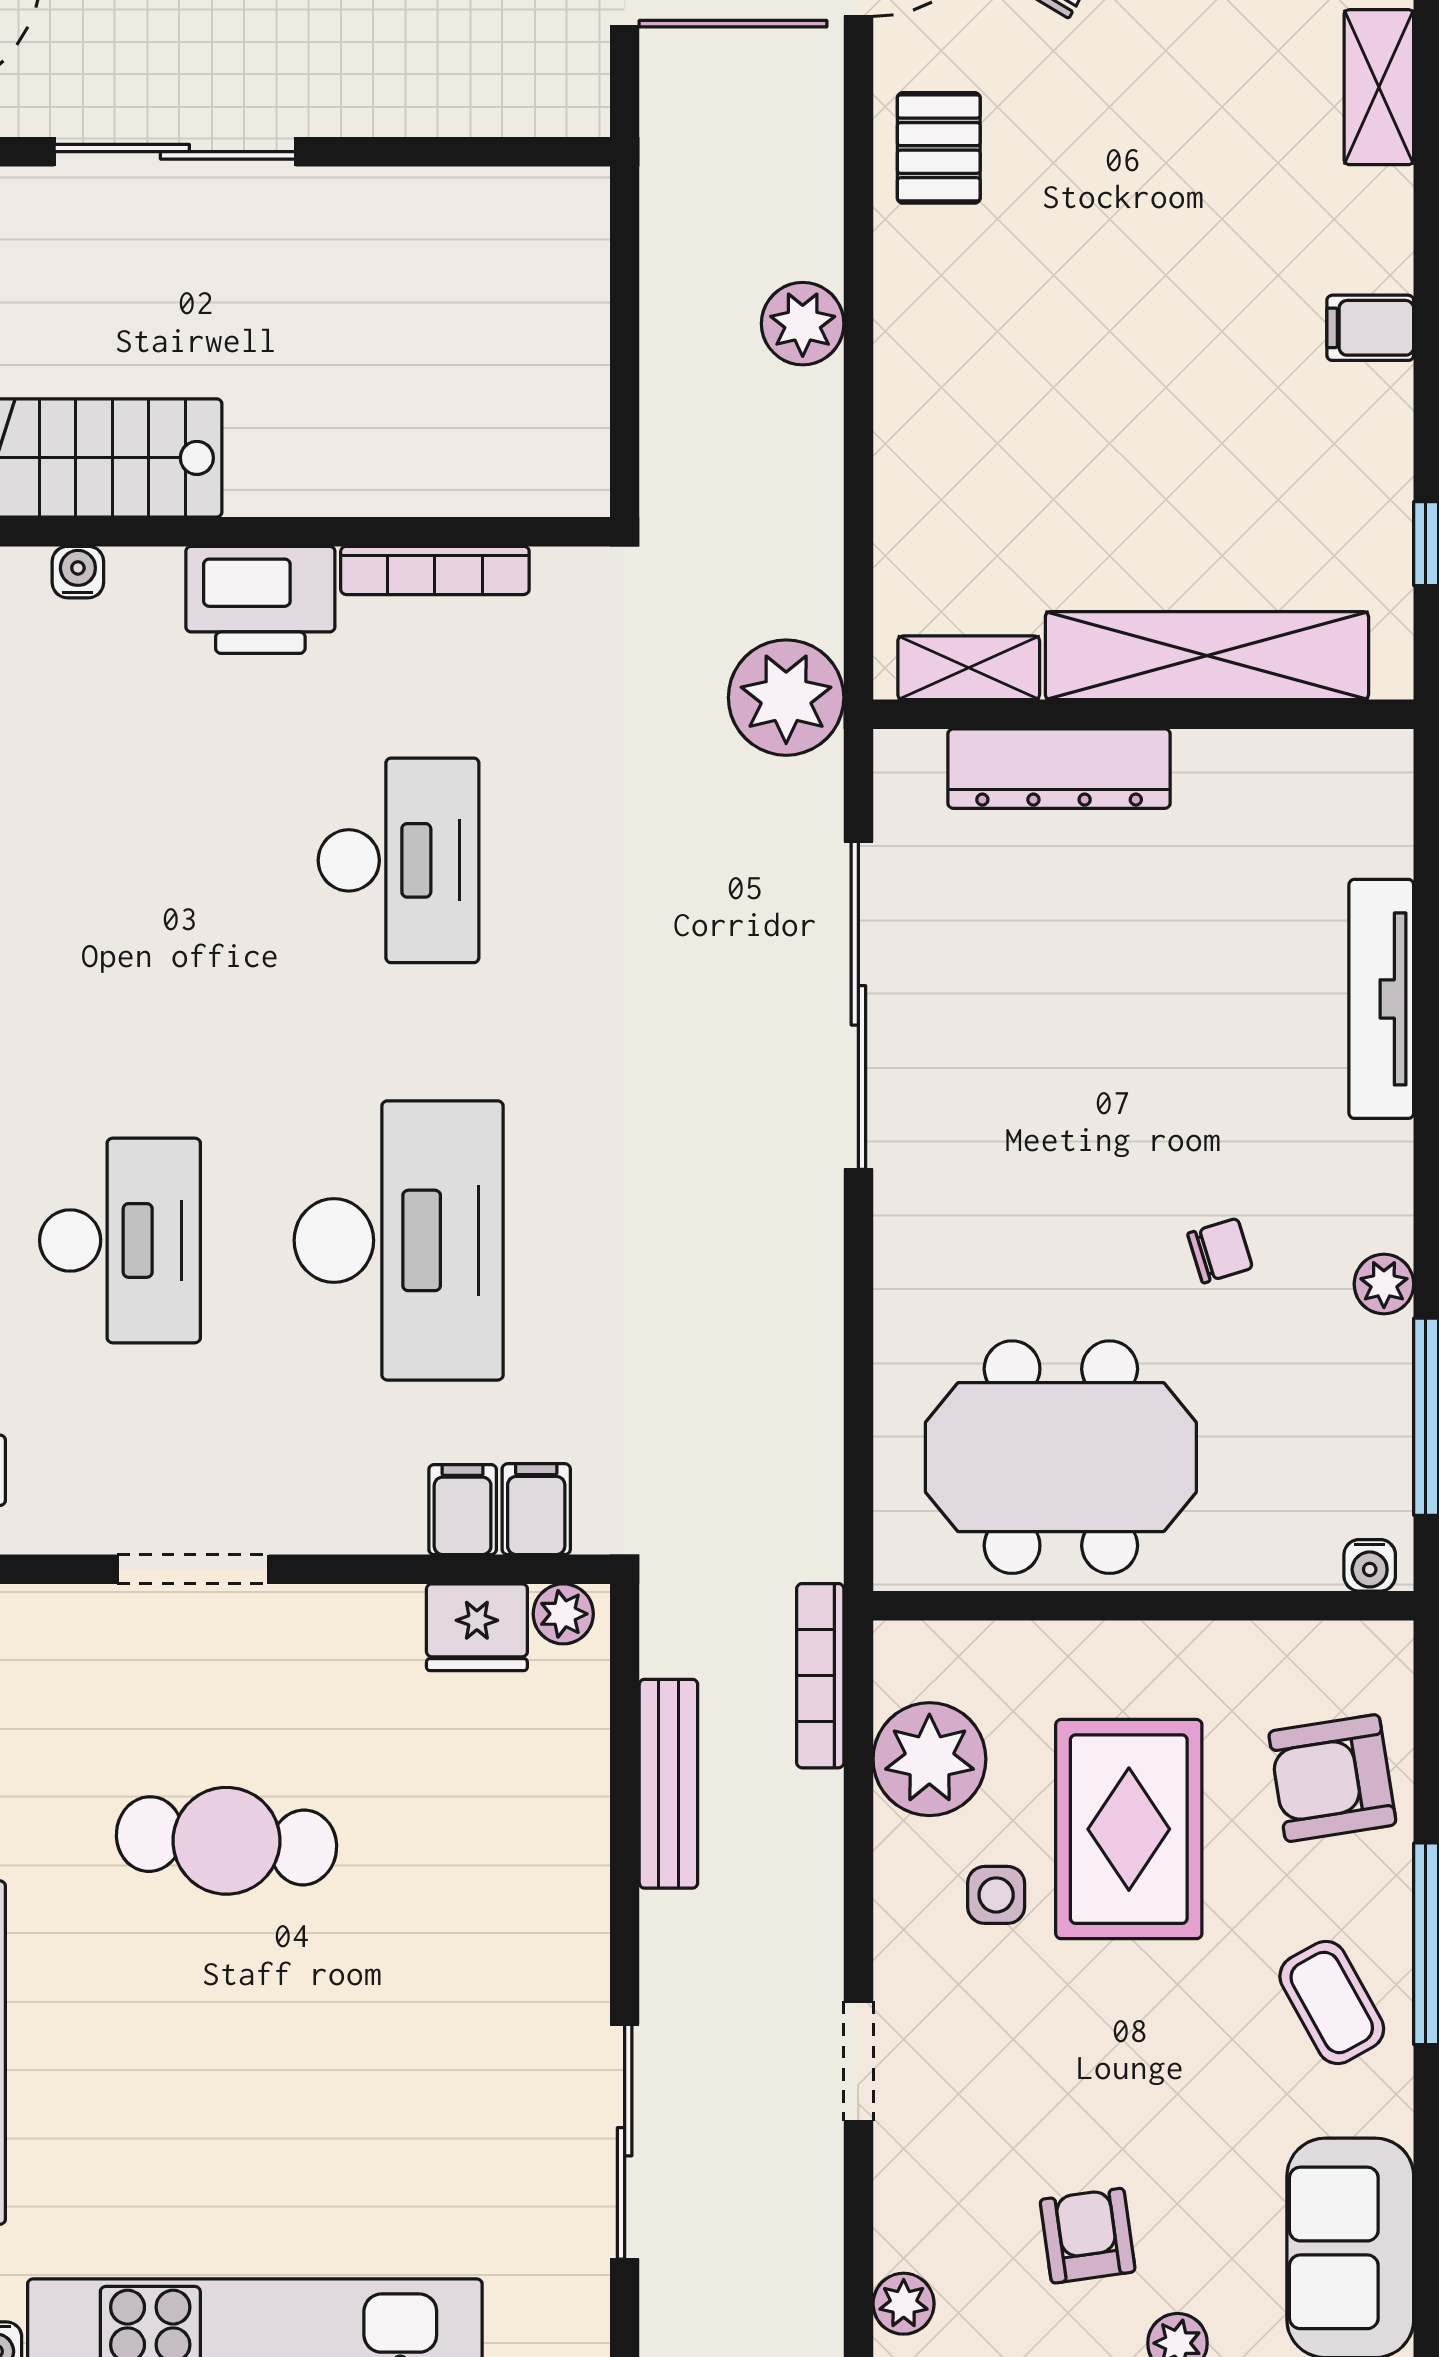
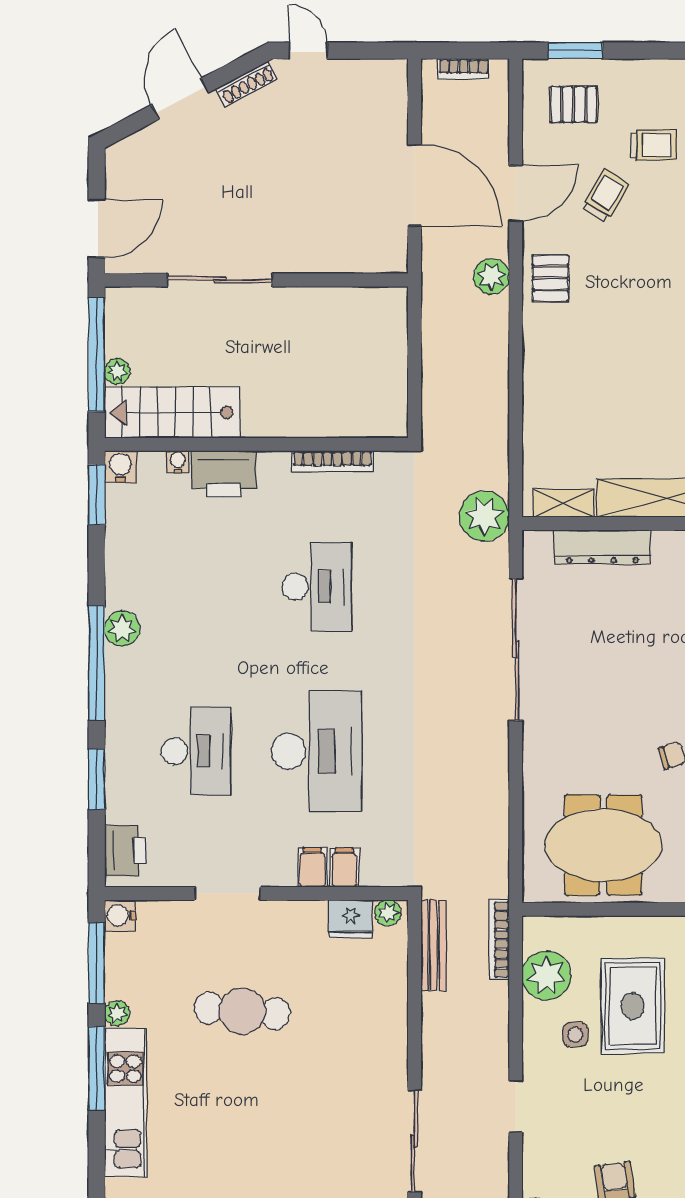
plant: (803, 324) -> (492, 276), moved
printer: (260, 600) -> (224, 474), moved
filing cabinet: (536, 1509) -> (312, 867), moved
bench: (668, 1784) -> (433, 946), moved

